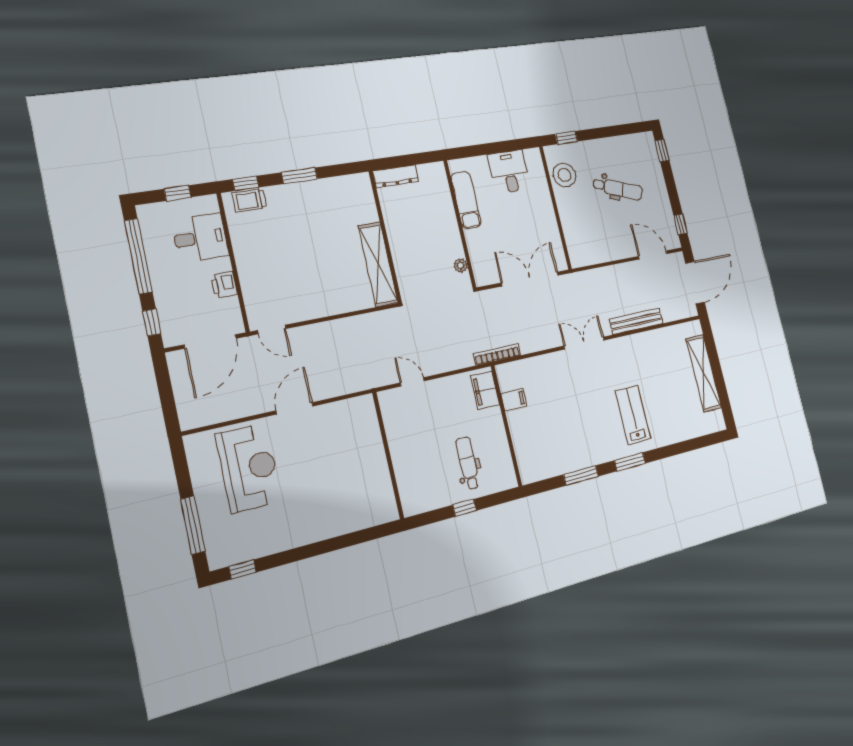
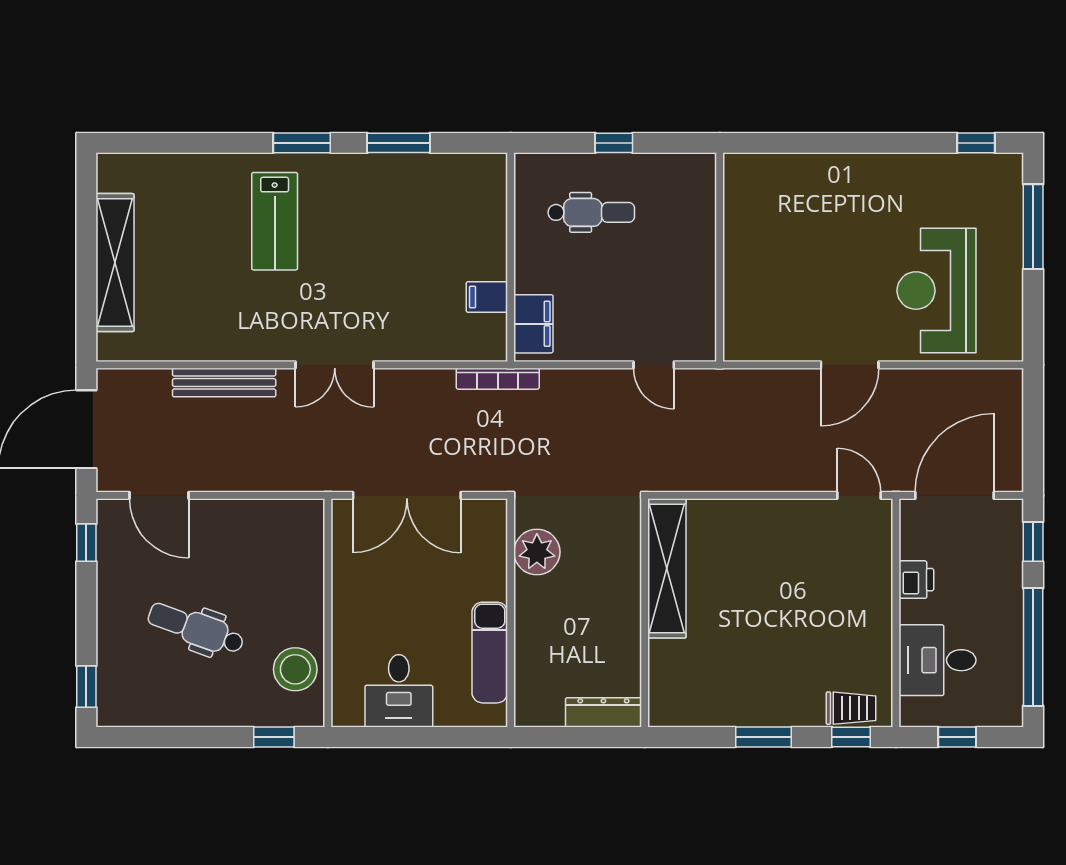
plant: (461, 266) -> (537, 552), width x1.88, depth x1.88
dental chair: (468, 463) -> (591, 212), turned -90

